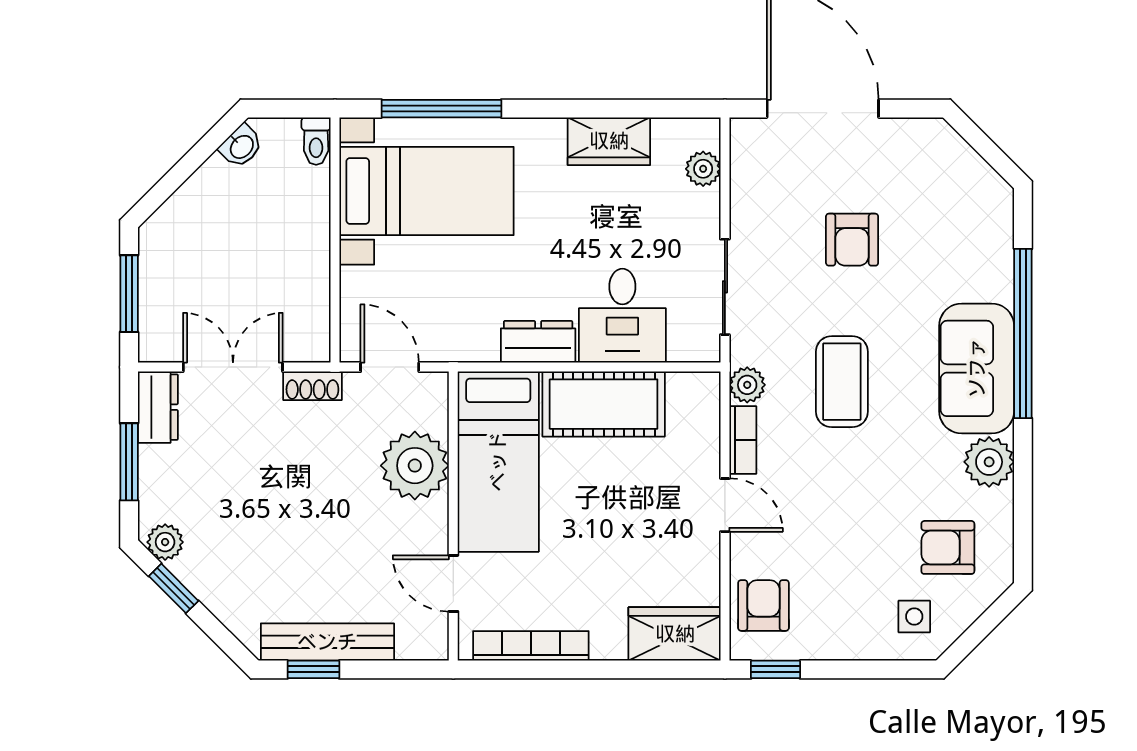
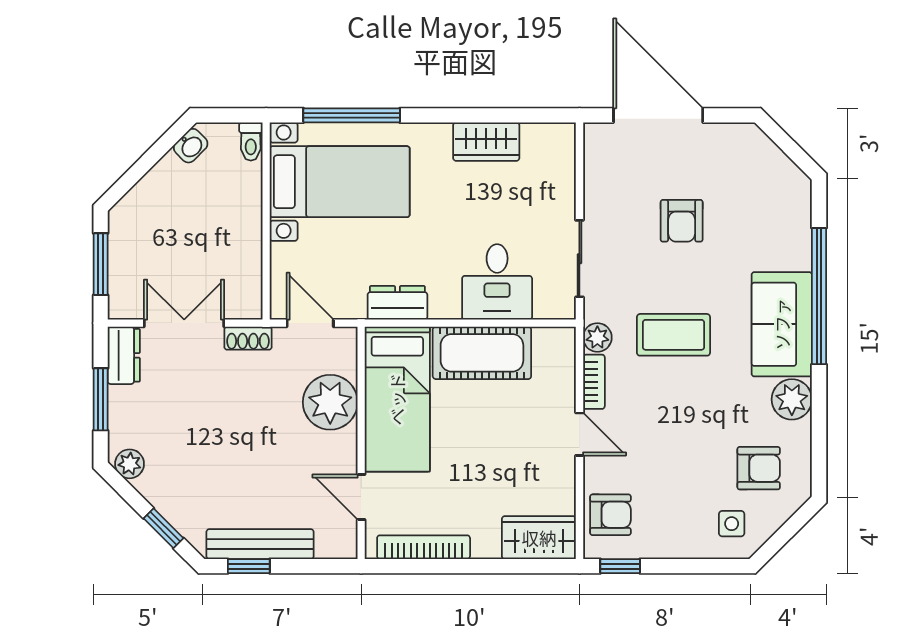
plant: (703, 169) -> (562, 164), removed
dresser: (538, 342) -> (397, 303), moved
coffee table: (842, 382) -> (673, 335), turned 90
armchair: (948, 547) -> (759, 468), turned 180
window: (174, 588) -> (163, 528), moved
armchair: (763, 605) -> (610, 515), turned 90

